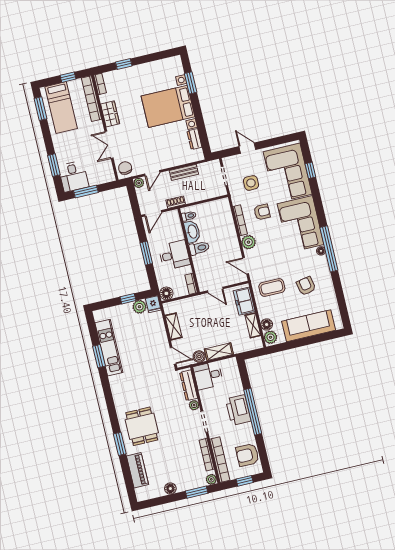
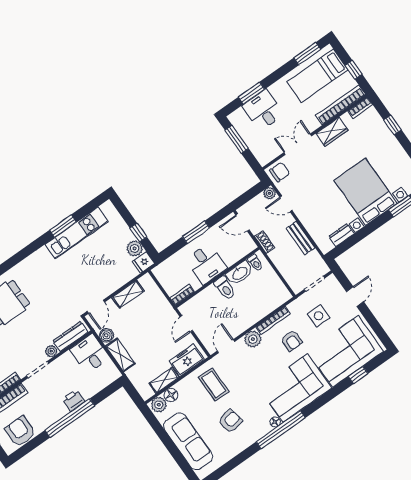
desk: (73, 176) -> (263, 110), moved, turned 90
floor lamp: (166, 293) -> (161, 272), removed
printer: (238, 410) -> (74, 400), width x0.53, depth x0.68

